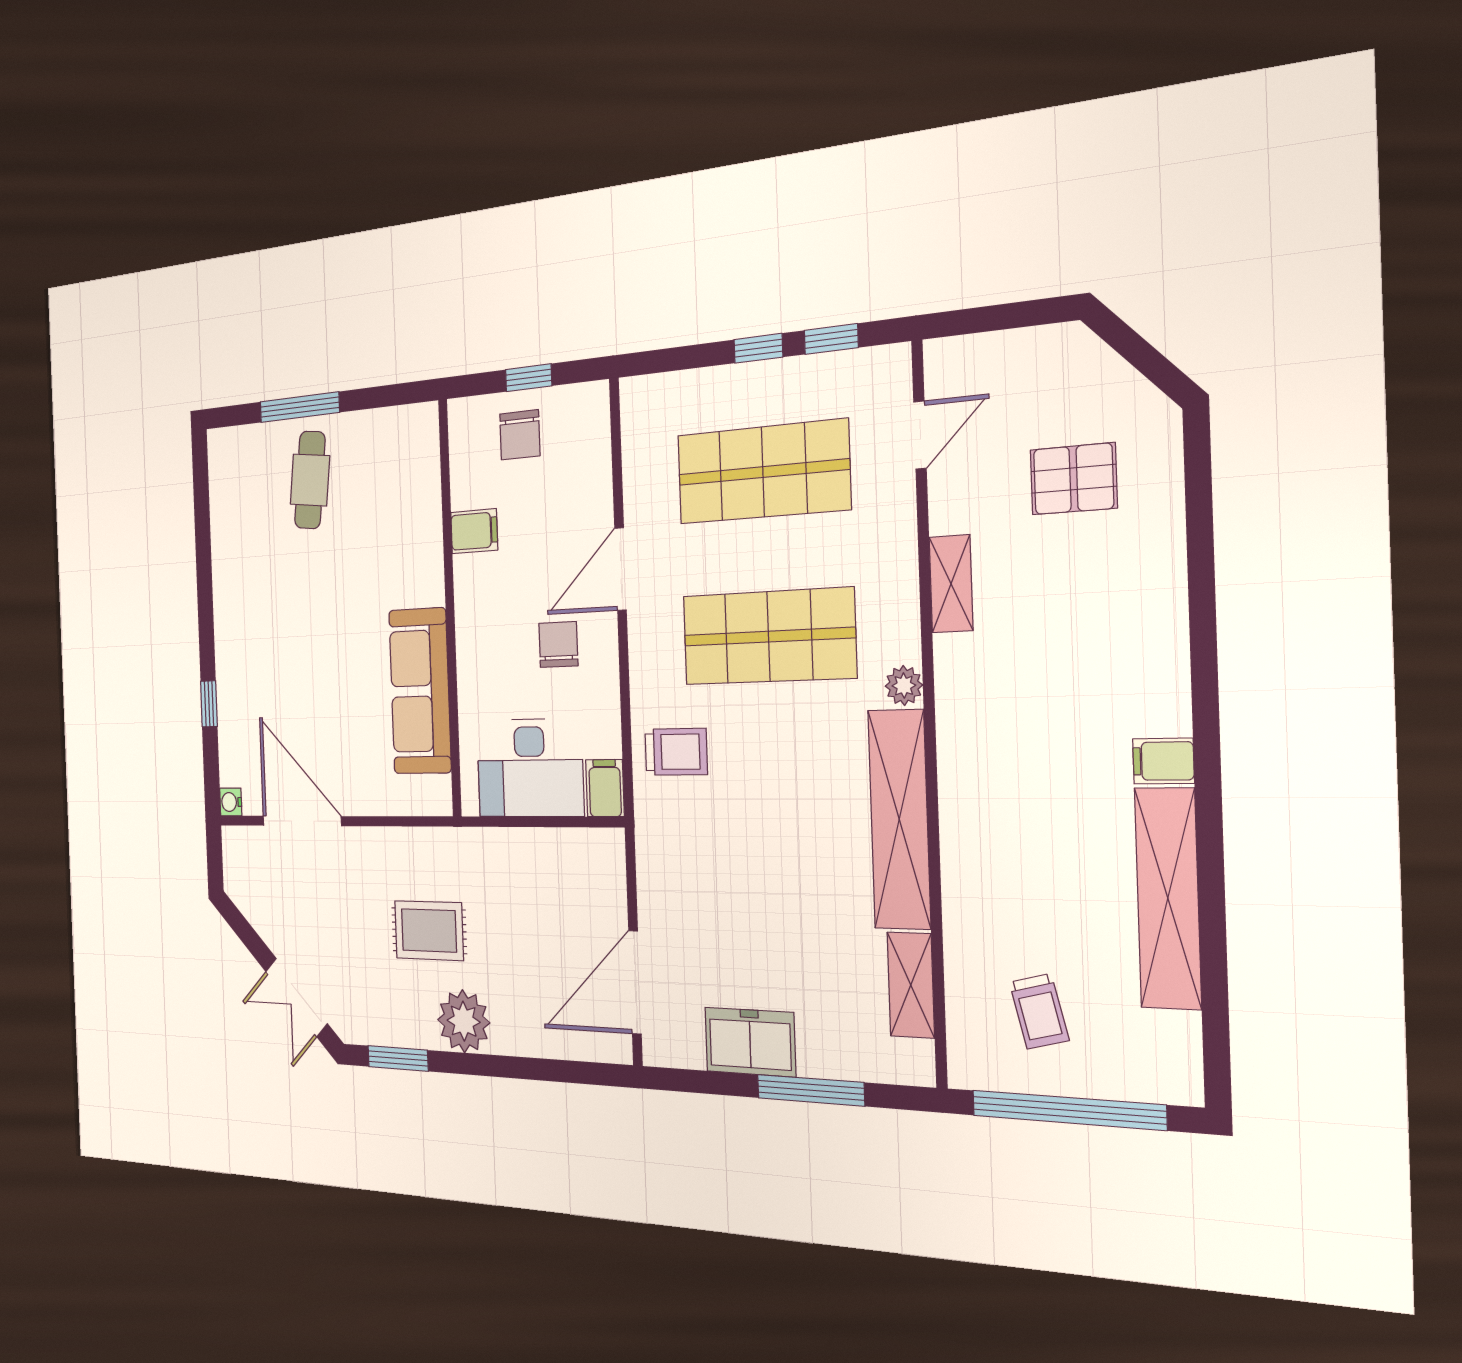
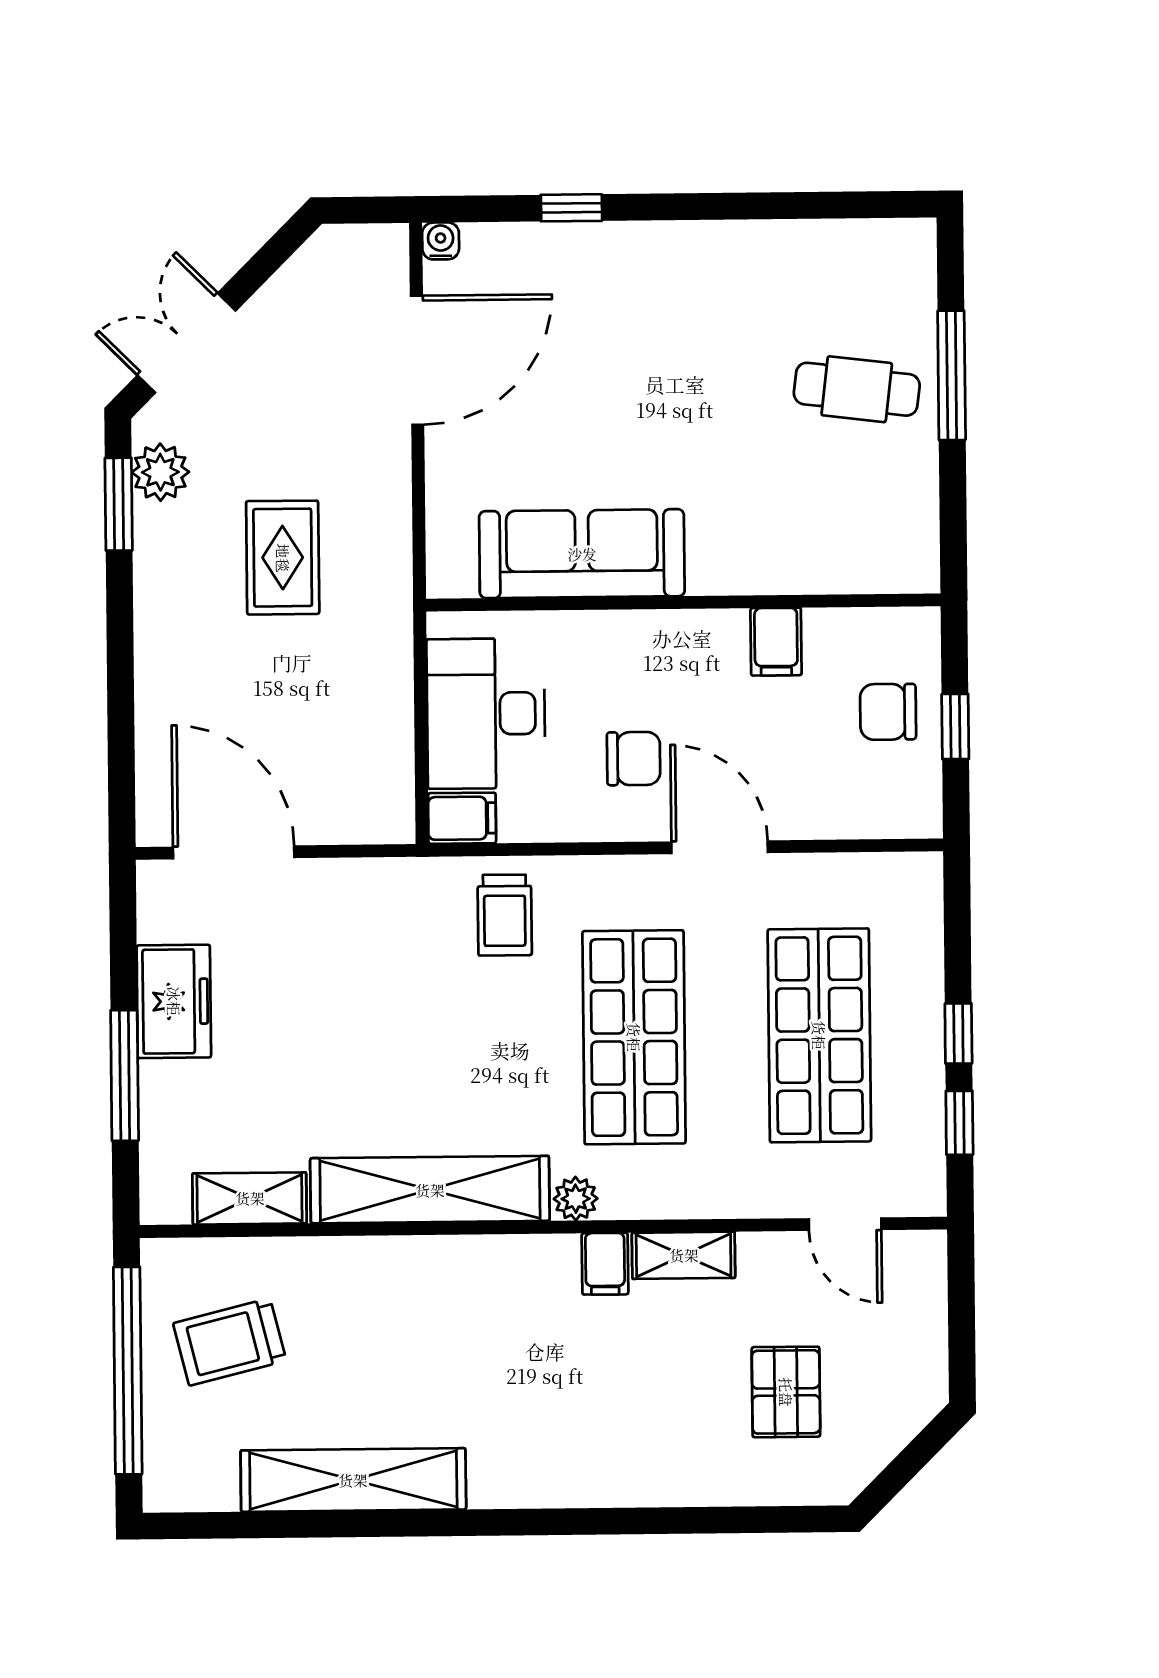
filing cabinet: (1163, 761) -> (605, 1264), moved, turned 180
trolley: (1039, 1011) -> (230, 1342), width x1.36, depth x1.39
plant: (464, 1021) -> (160, 472), moved, width x0.73, depth x0.73

